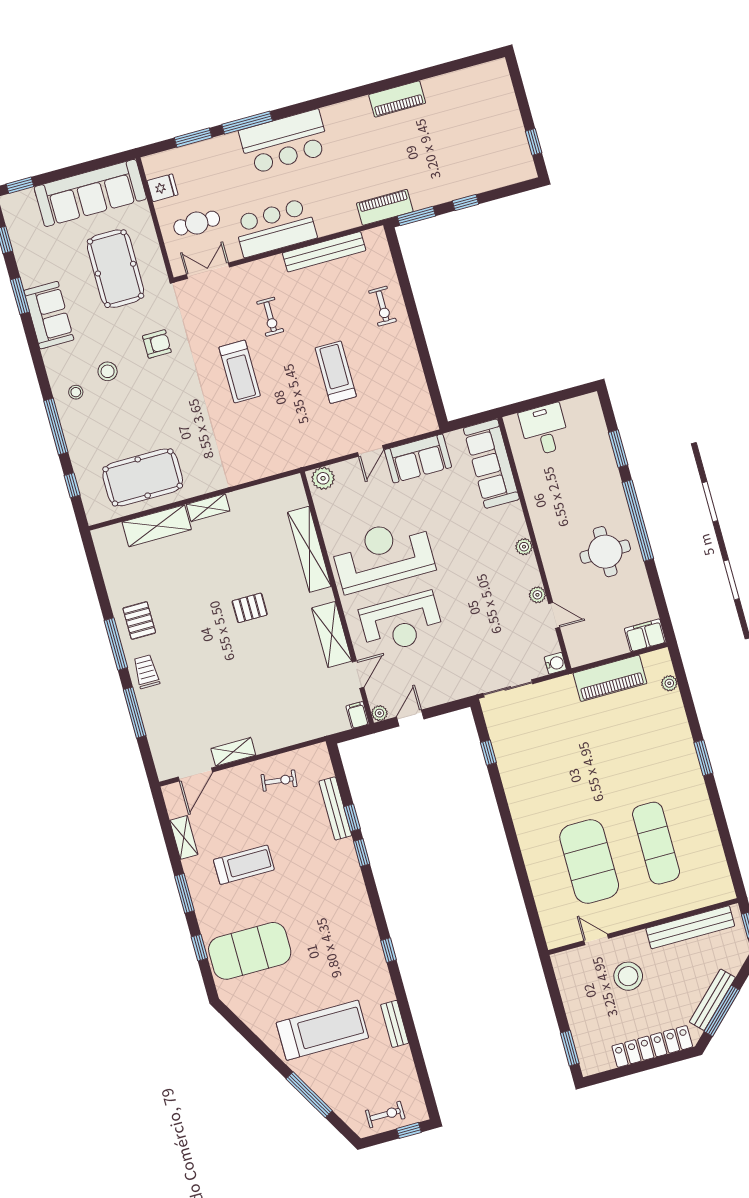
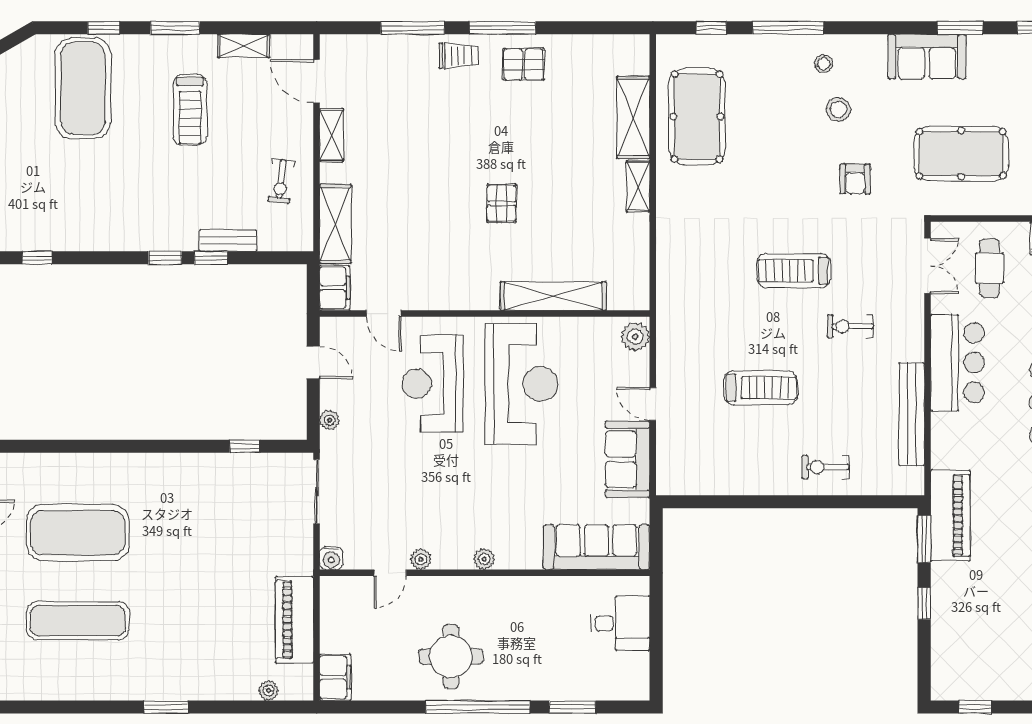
piano: (385, 207) -> (950, 515), width x1.37, depth x1.33
shelving: (332, 634) -> (335, 224), moved, turned 90
plant: (379, 713) -> (330, 420), moved
filing cabinet: (358, 715) -> (335, 288), width x2.00
bench: (335, 808) -> (228, 240), width x0.73

